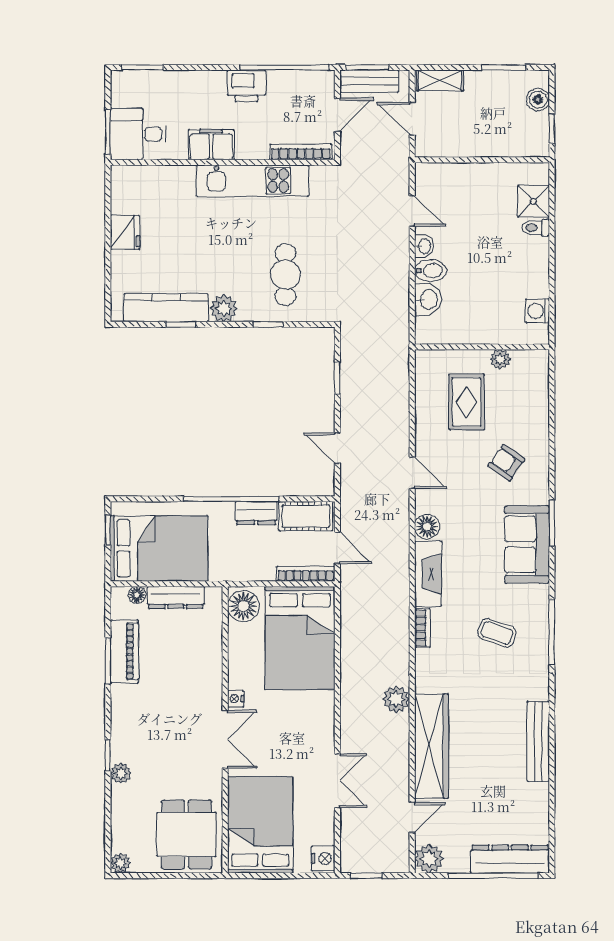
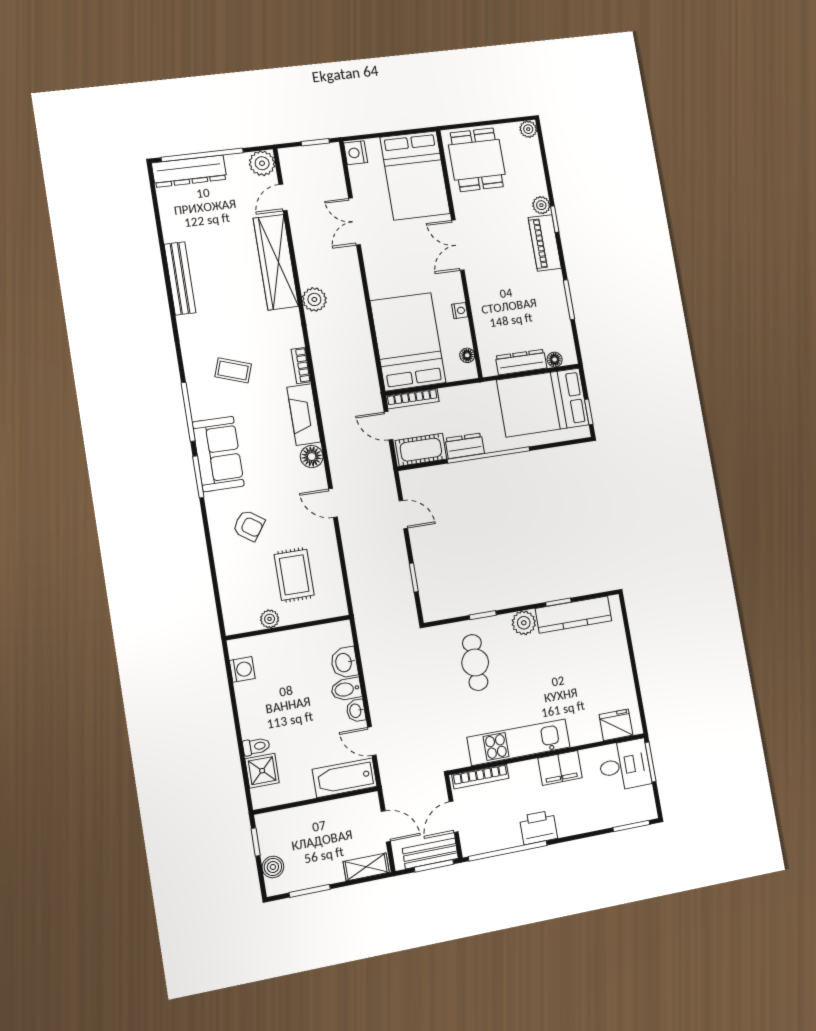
bathtub: (448, 178) -> (345, 778), added
fridge: (125, 232) -> (616, 725), moved, turned 90
floor lamp: (243, 606) -> (467, 355), width x0.53, depth x0.53
window: (552, 632) -> (188, 412), moved
piano: (124, 651) -> (545, 243), moved
nightstand: (236, 699) -> (460, 311), moved

